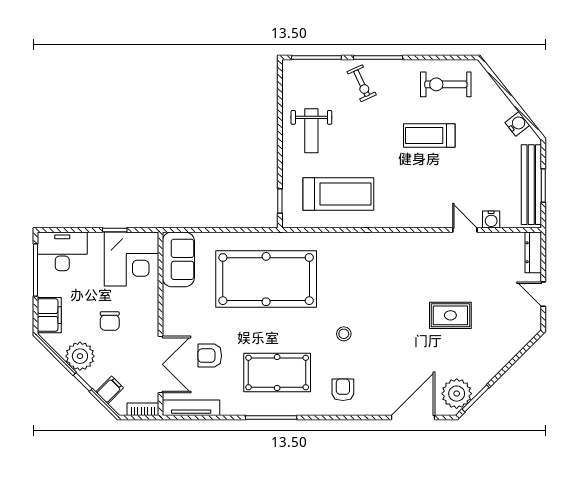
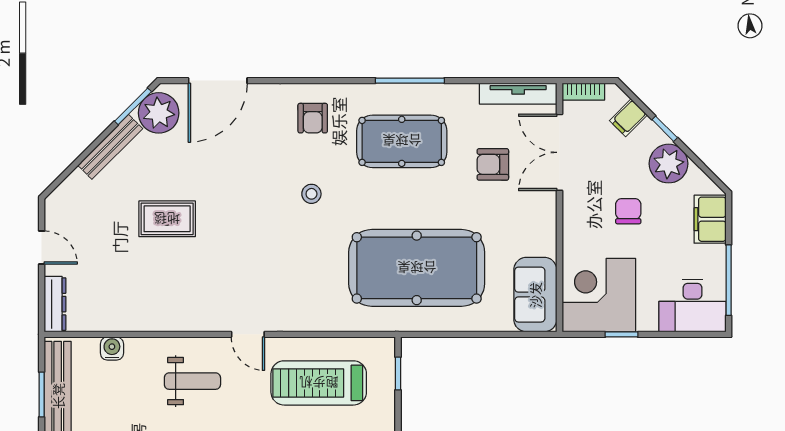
weight bench: (432, 195) -> (192, 381), added
door: (465, 230) -> (248, 334), moved
armchair: (210, 356) -> (493, 164), turned 180
bench: (492, 368) -> (110, 147), added

